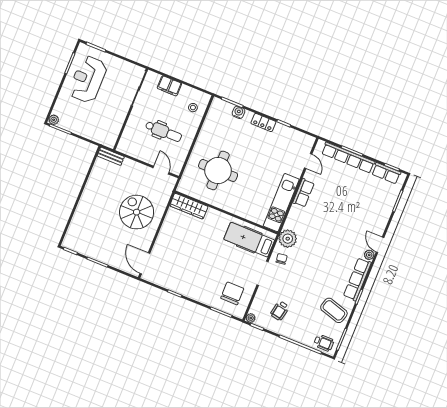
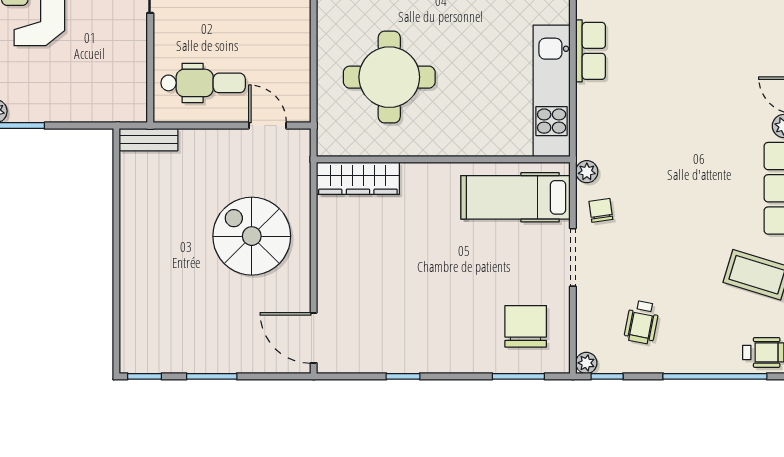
dental chair: (164, 131) -> (203, 83), moved
plant: (288, 239) -> (587, 172), width x0.53, depth x0.53

